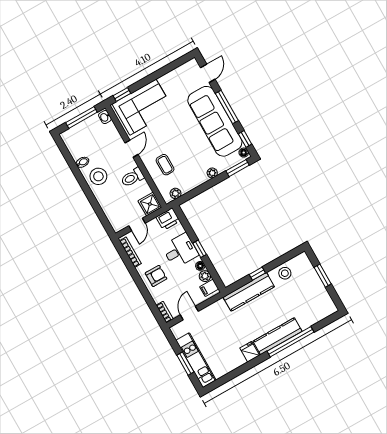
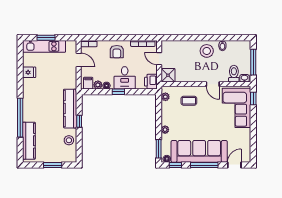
door: (208, 73) -> (234, 165), swing flipped
toilet: (132, 177) -> (234, 74), moved
kitchen counter: (277, 336) -> (29, 141), moved
fridge: (250, 352) -> (29, 72), moved

